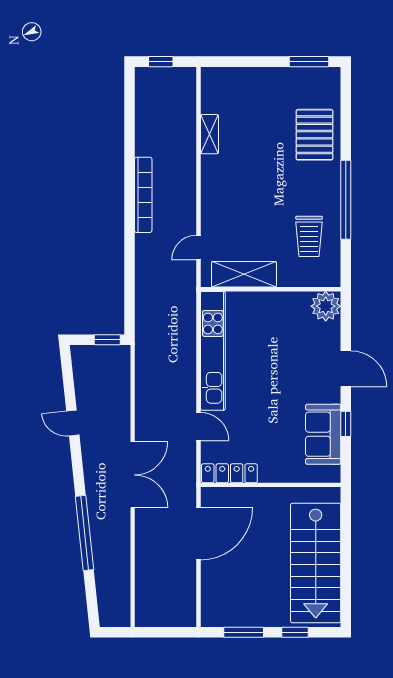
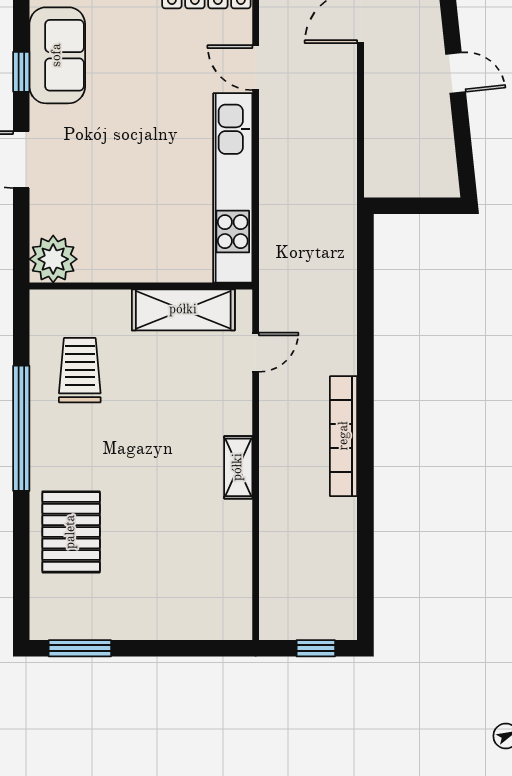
shelving: (209, 134) -> (238, 467), moved
window: (107, 340) -> (401, 206), removed

